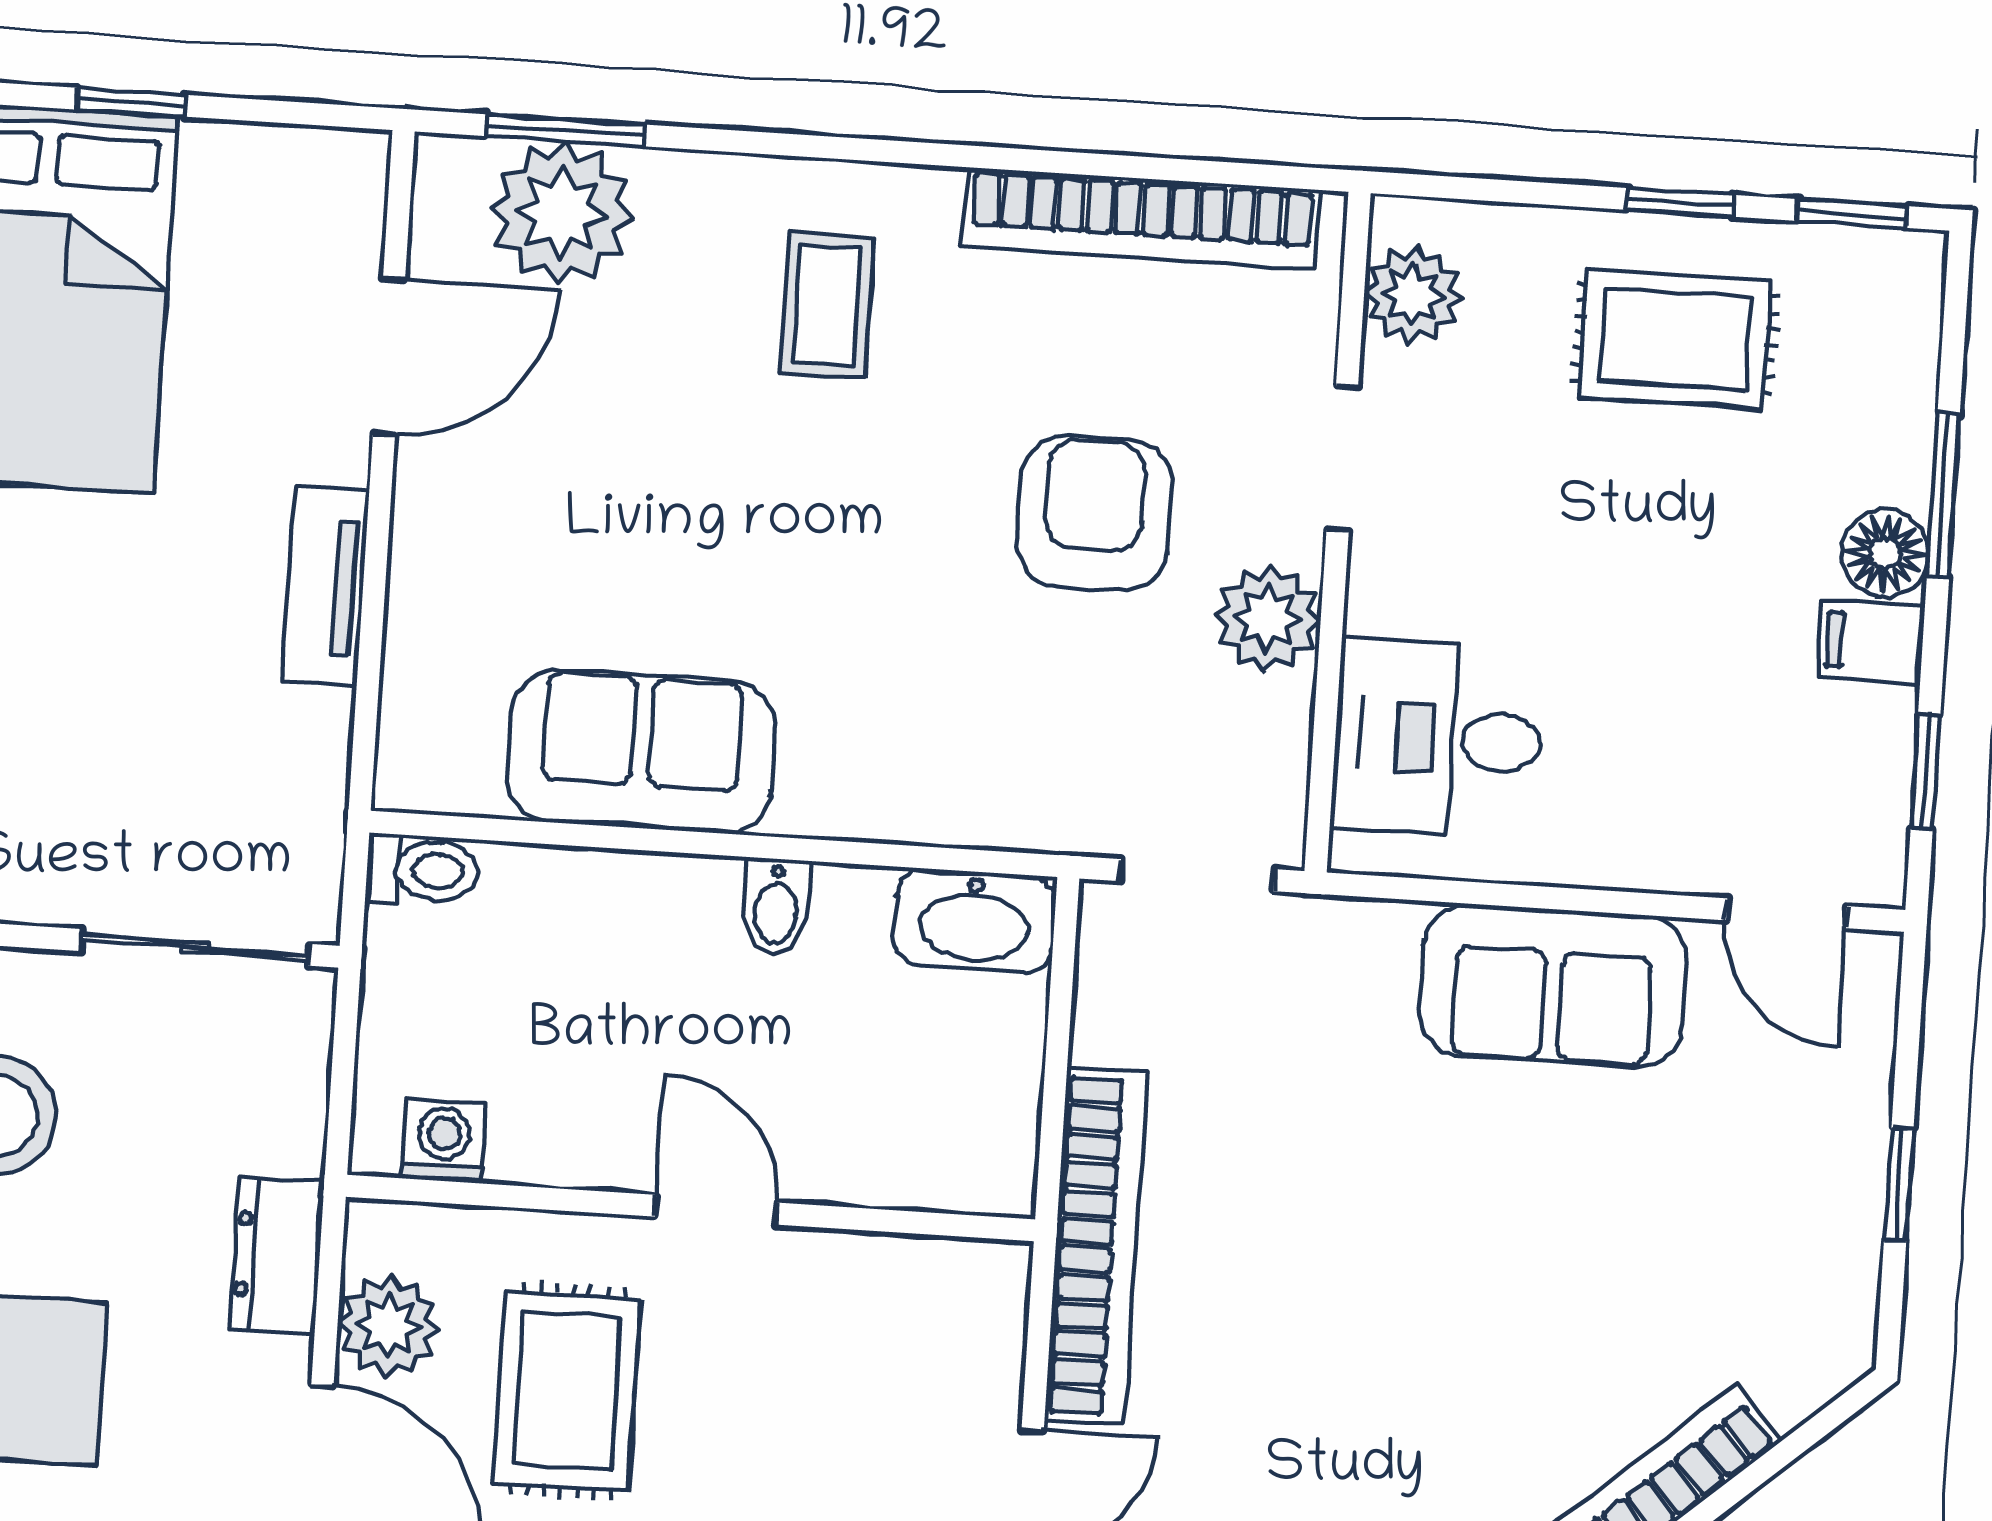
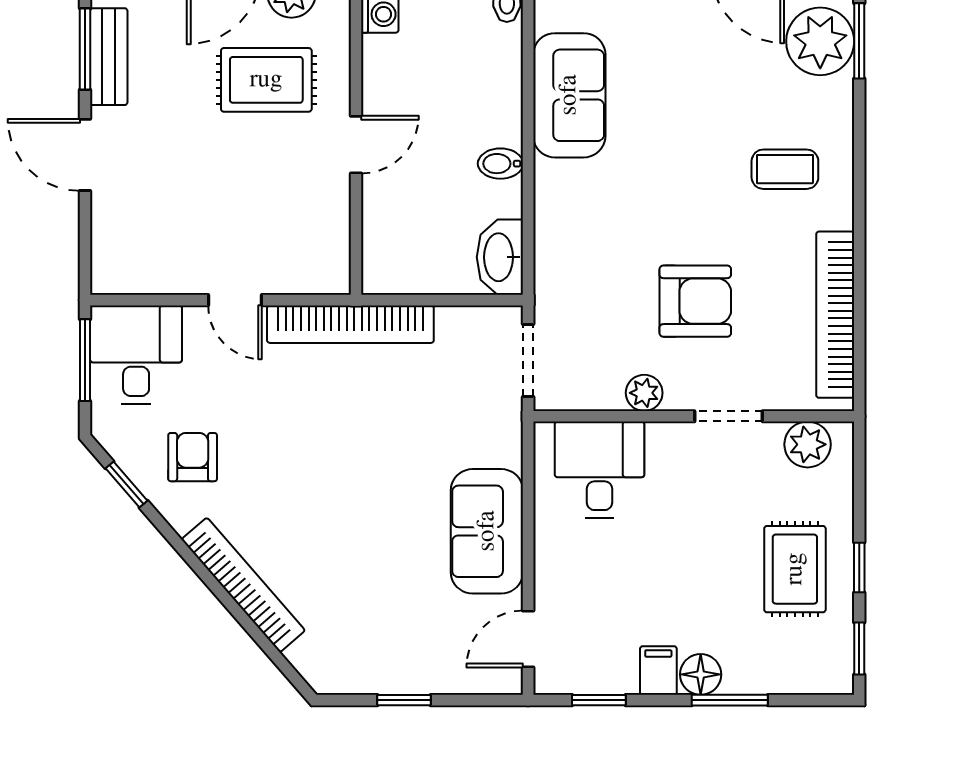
plant: (1268, 618) -> (644, 393), width x0.73, depth x0.73

